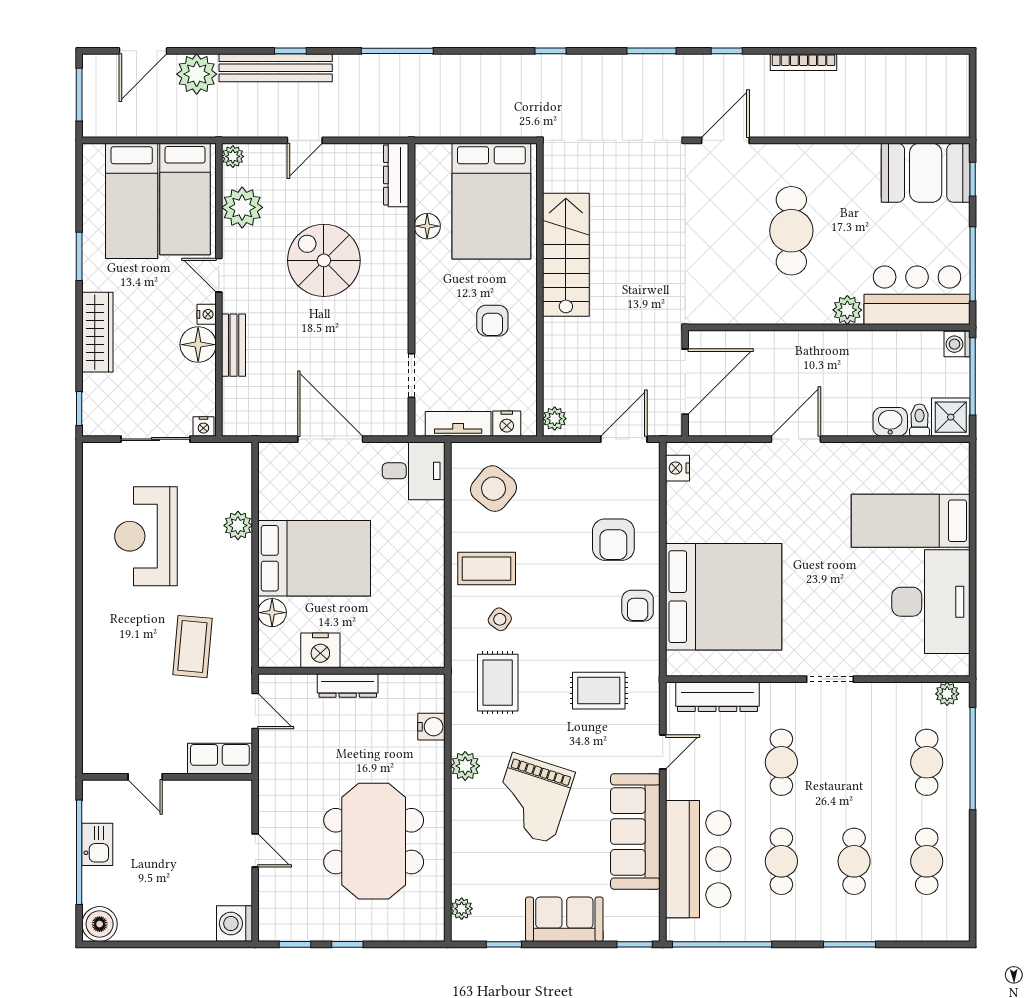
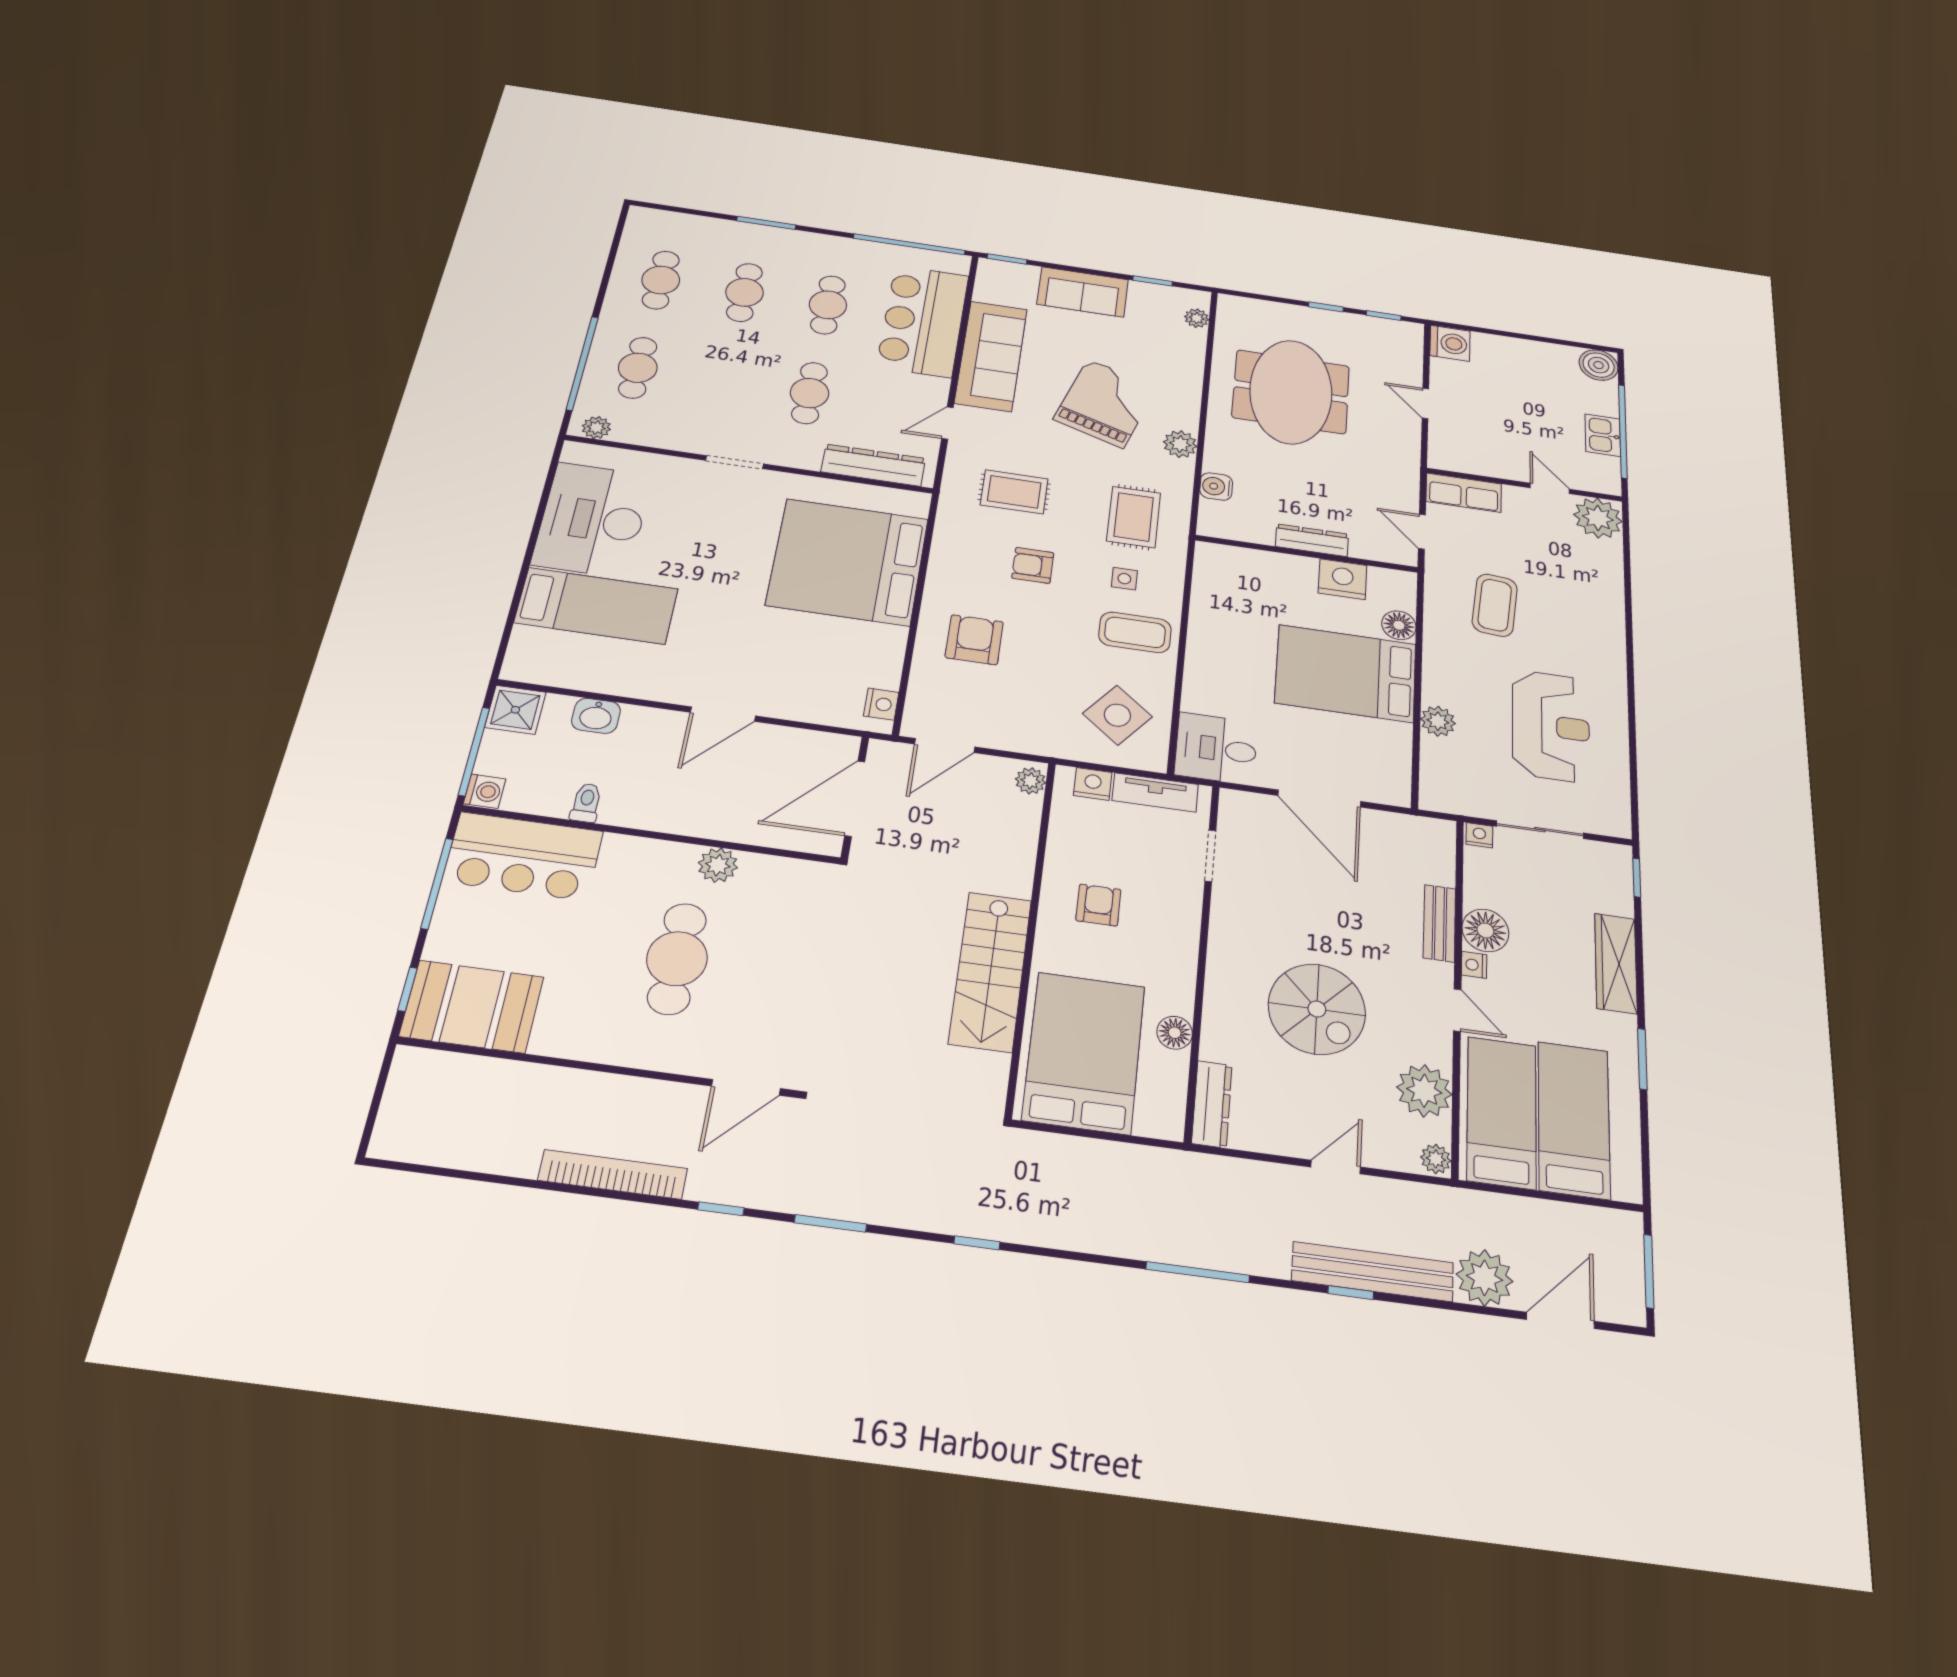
bookcase: (803, 62) -> (613, 1174), width x1.48, depth x1.31
plant: (847, 310) -> (718, 865), moved
toilet: (919, 420) -> (586, 803), moved, turned 180
armchair: (638, 606) -> (1033, 565), moved, turned -90
side table: (500, 619) -> (1124, 579), turned -36
plant: (103, 753) -> (1598, 518), added

